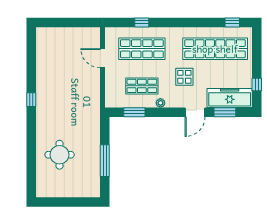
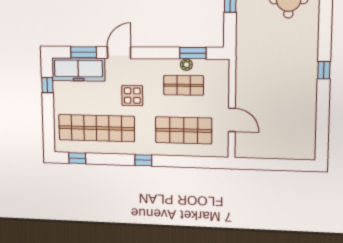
window: (142, 22) -> (143, 160), moved
plant: (160, 103) -> (186, 65), moved

